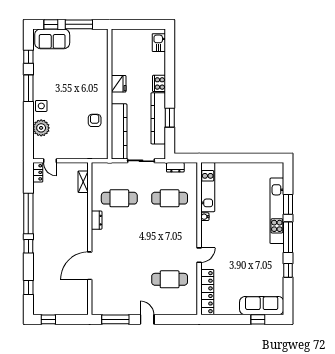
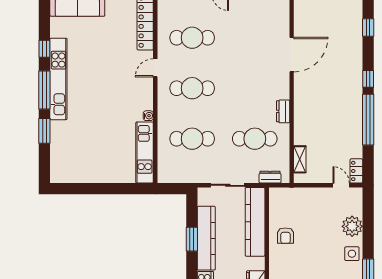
dresser: (175, 167) -> (270, 177), moved
kitchen unit: (277, 211) -> (58, 79), moved
cafe table: (170, 239) -> (192, 88), added

